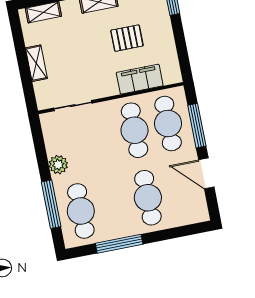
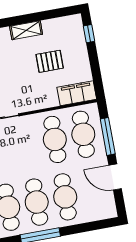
filing cabinet: (140, 79) -> (77, 93), moved
cafe table: (114, 204) -> (37, 202), added

